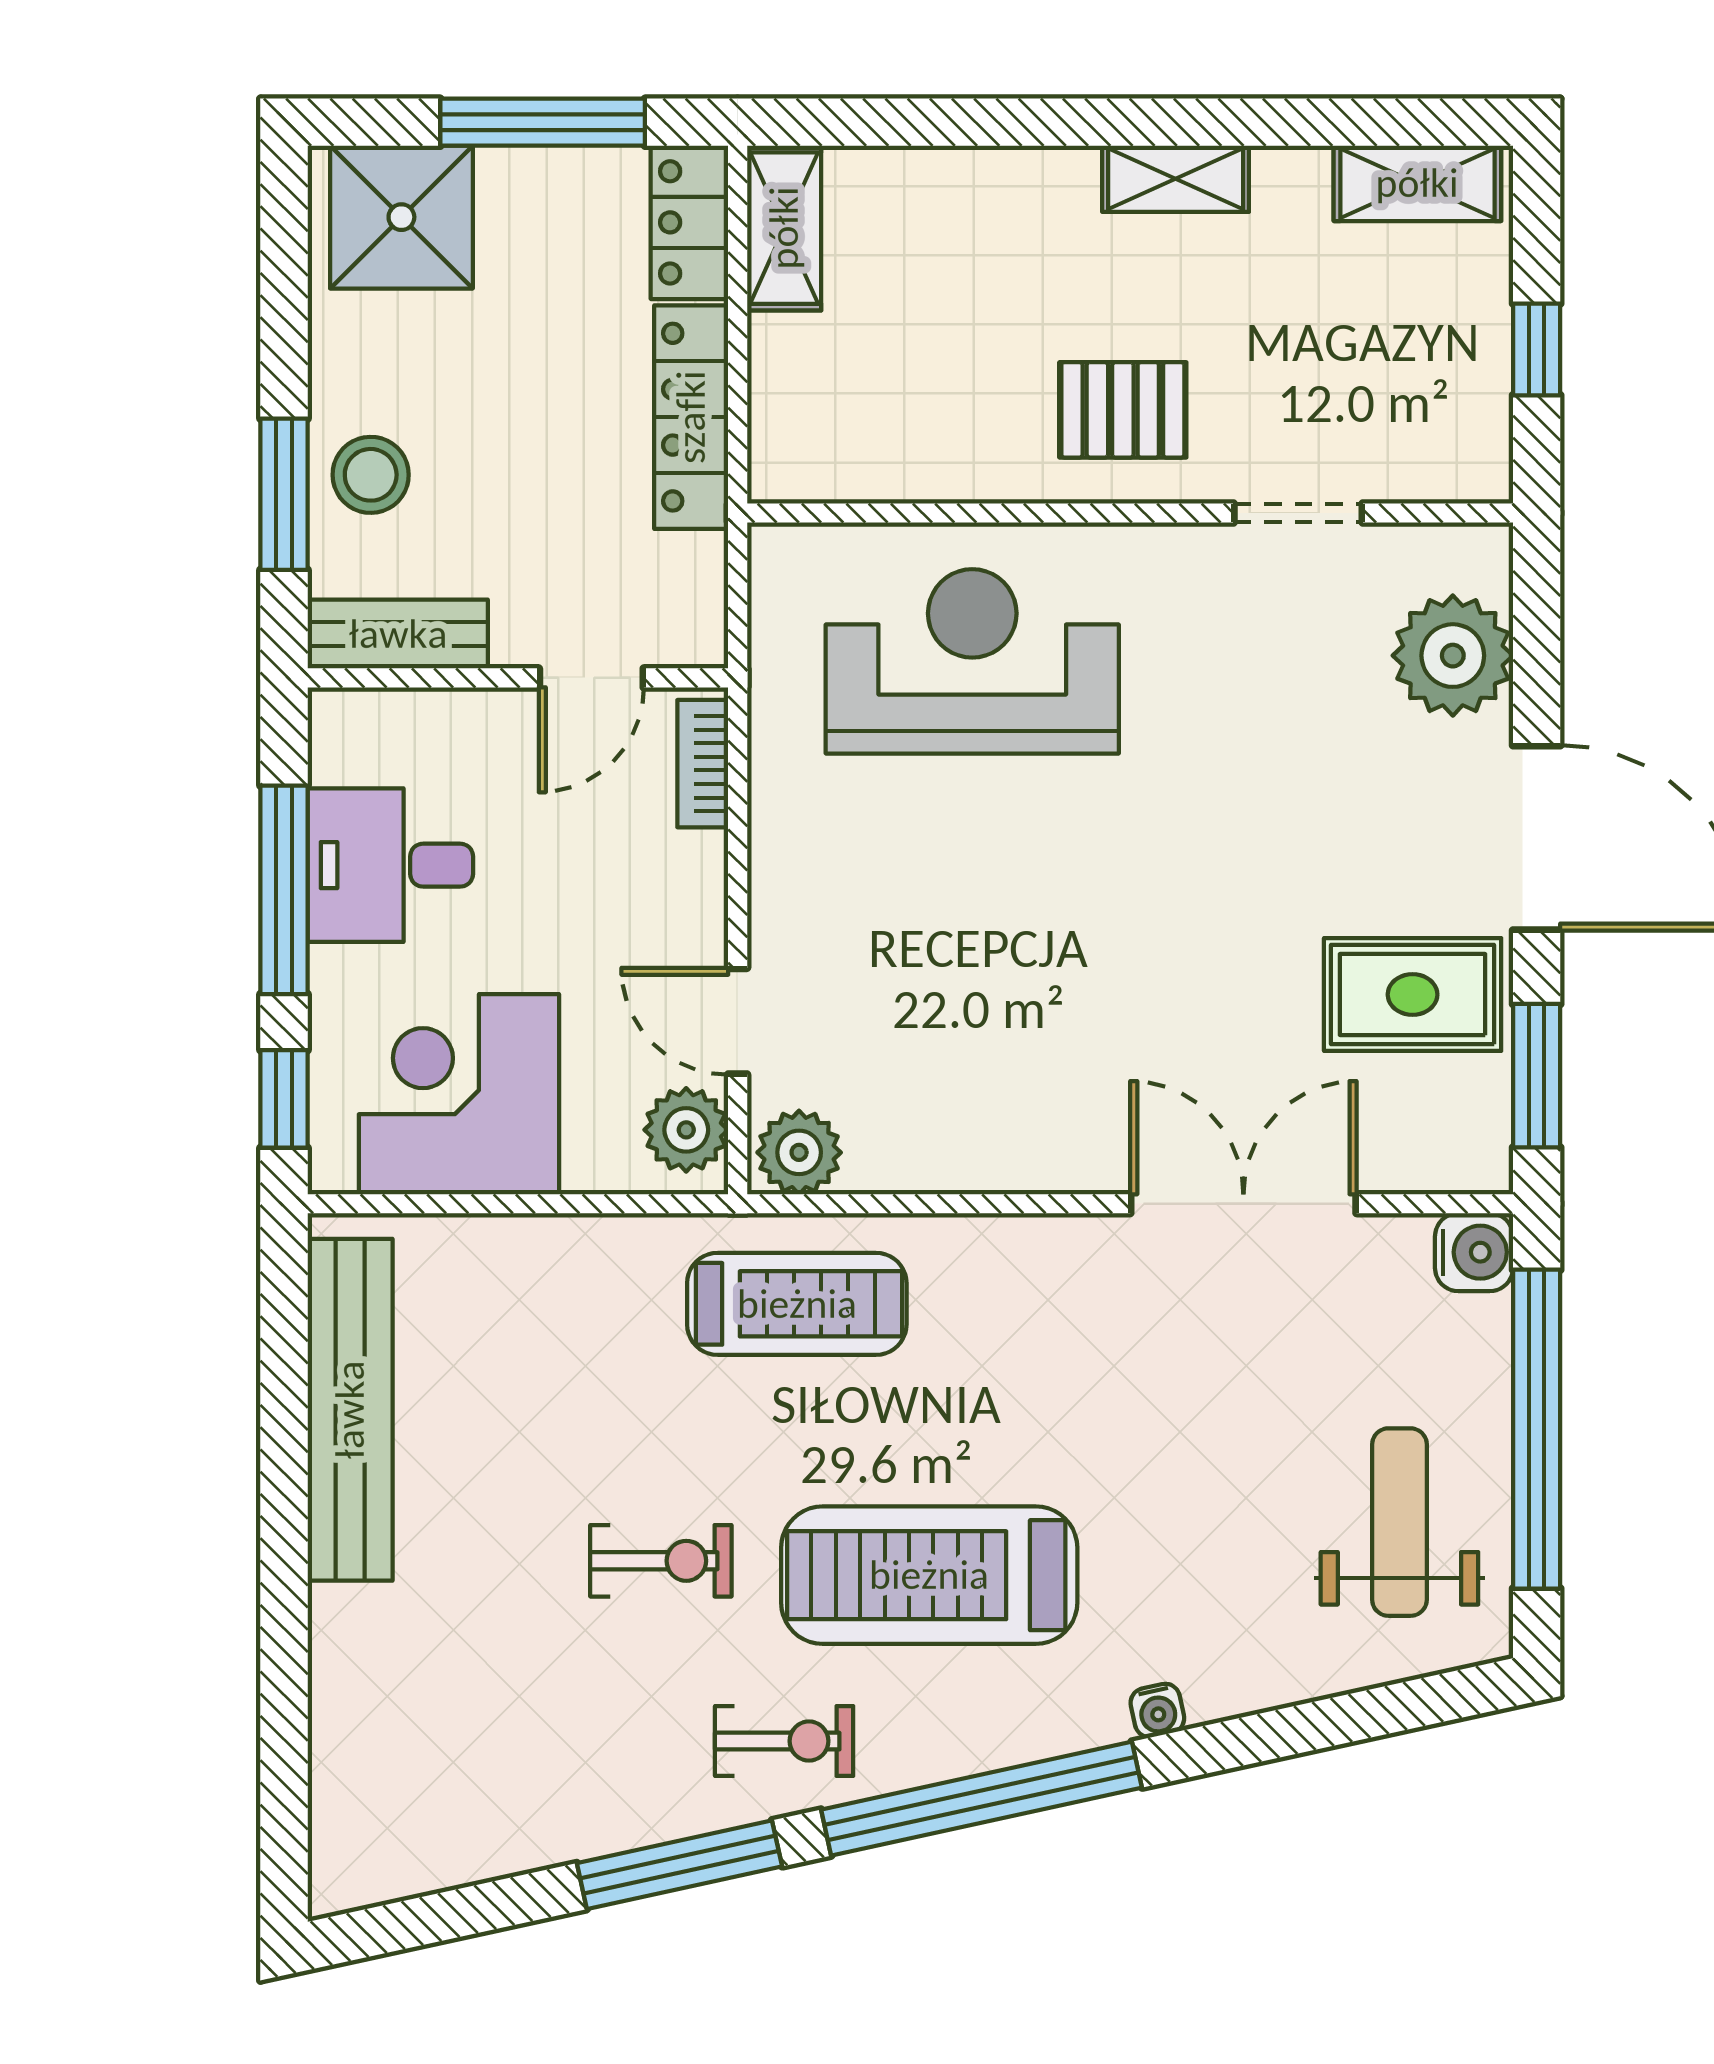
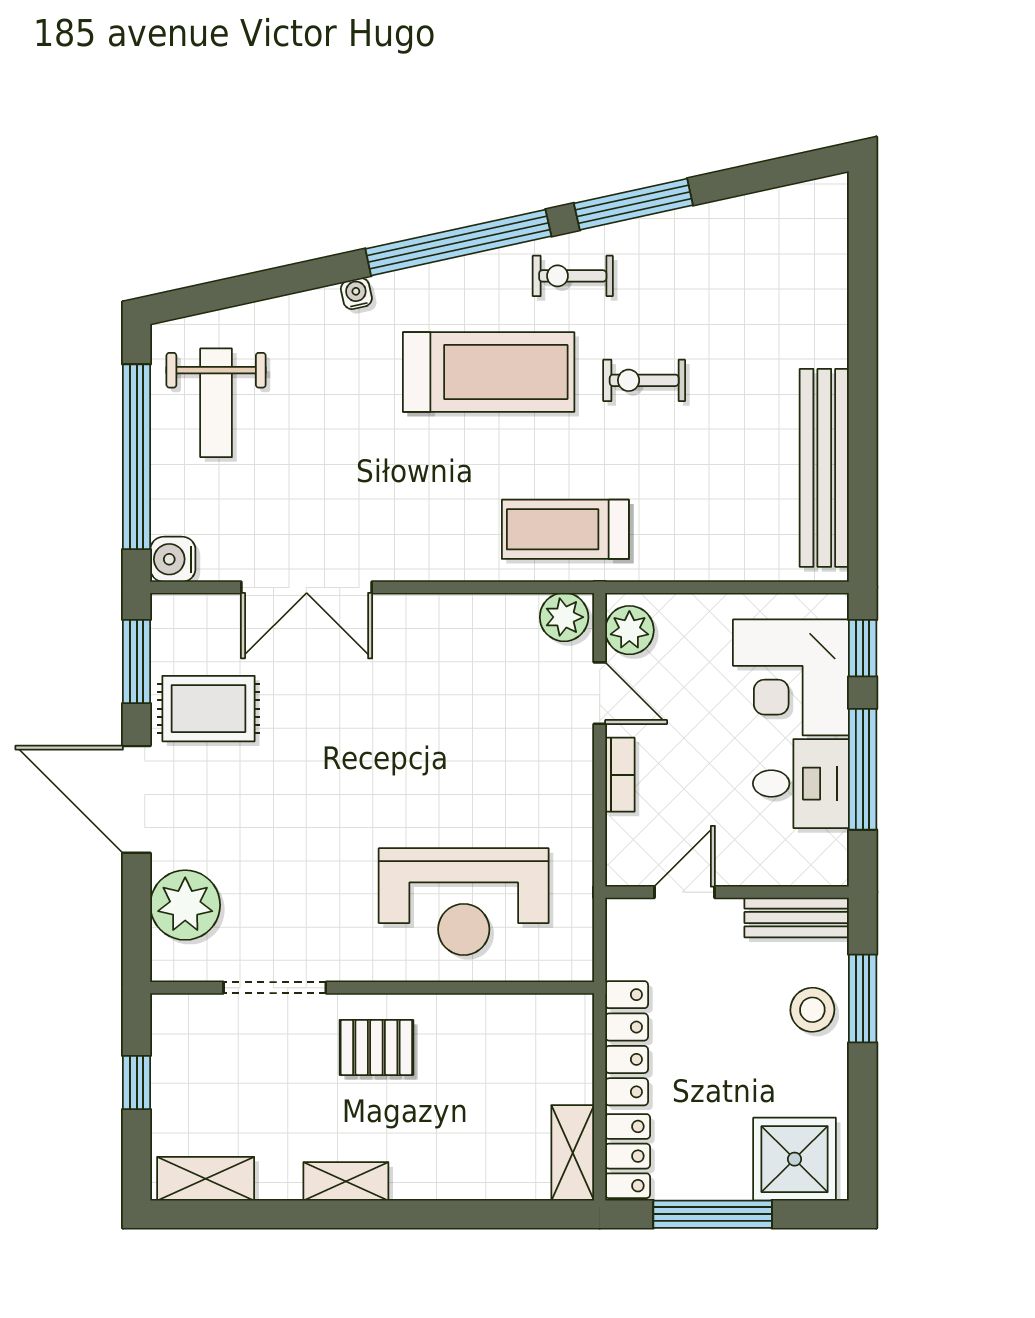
doorway: (1298, 513) -> (275, 988), width x1.38
bookcase: (703, 764) -> (620, 775), moved
corner desk: (459, 1094) -> (791, 677), moved, turned 90

